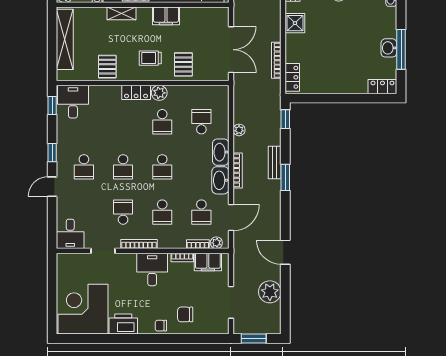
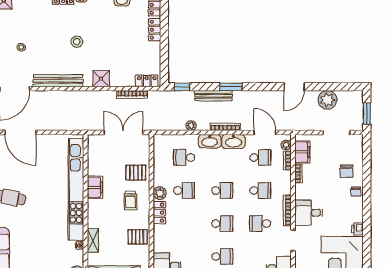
shelving: (121, 13) -> (93, 240), moved
locker: (353, 87) -> (155, 30), added
bench: (275, 162) -> (213, 96), width x1.36
desk: (152, 269) -> (309, 213), moved
printer: (123, 324) -> (357, 229), width x0.53, depth x0.68

